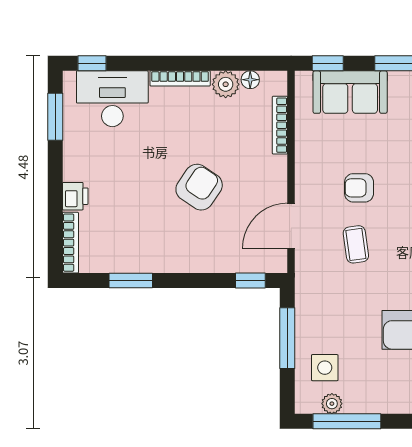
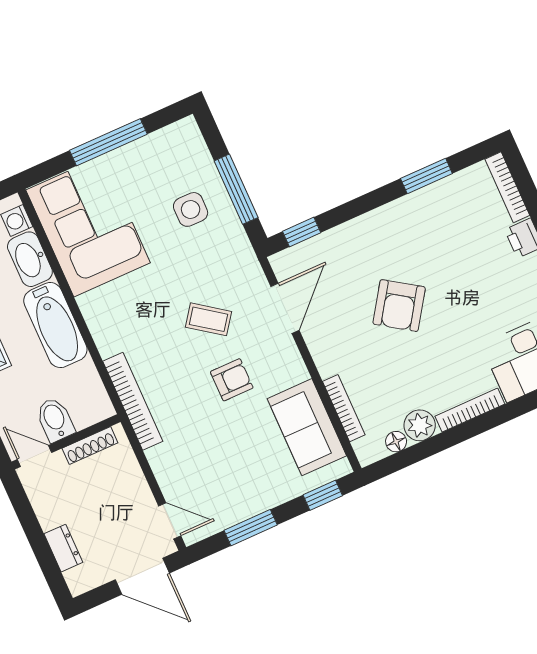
sofa: (350, 92) -> (307, 427), moved, turned -90
coffee table: (356, 244) -> (209, 319), turned -46
side table: (325, 368) -> (191, 209), moved
plant: (332, 404) -> (159, 142), removed
window: (347, 421) -> (108, 142), moved

